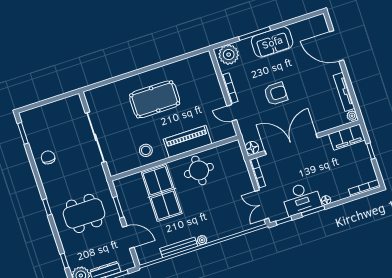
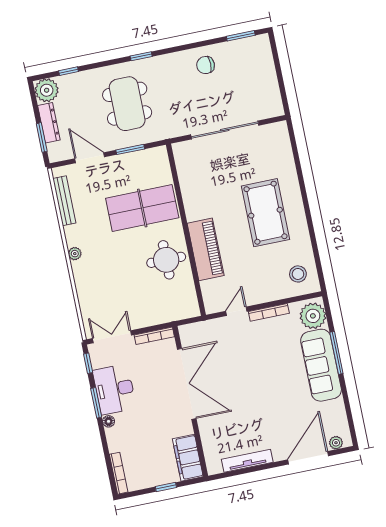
sofa: (272, 42) -> (321, 365), width x1.36
armchair: (276, 94) -> (255, 371), removed
plant: (352, 116) -> (336, 443), moved
floor lamp: (252, 148) -> (188, 333), removed
stool: (146, 150) -> (298, 274), moved
chair: (48, 157) -> (206, 65), turned 180
door: (128, 237) -> (90, 158), swing flipped
bench: (179, 248) -> (64, 201), moved

